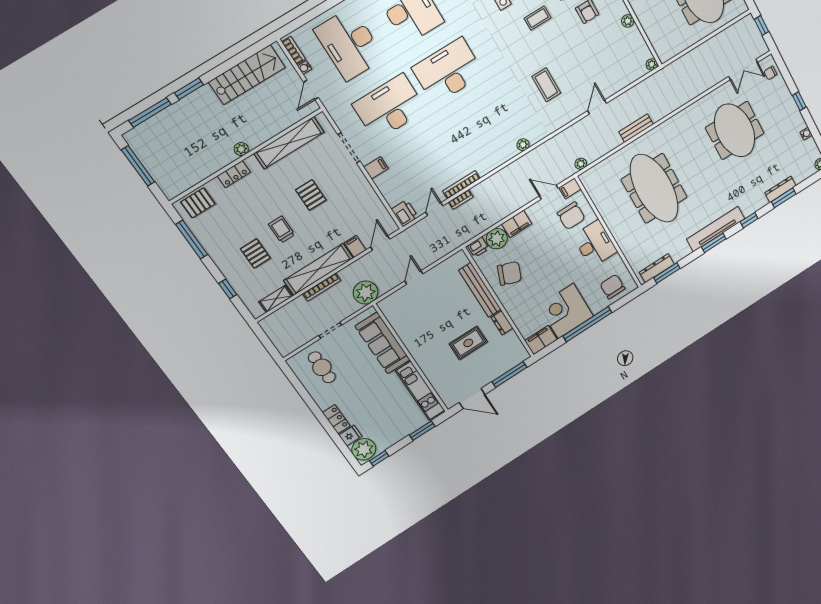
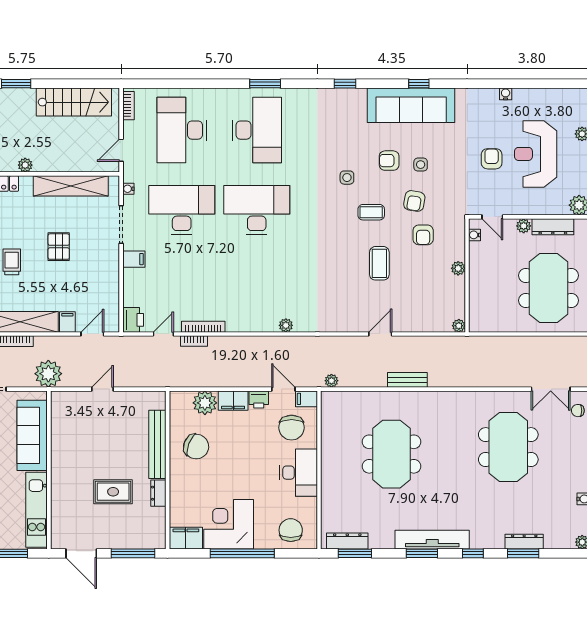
water cooler: (305, 68) -> (128, 189), moved
coffee table: (546, 85) -> (379, 263), moved
meeting table: (654, 188) -> (391, 454), width x0.73
printer: (478, 247) -> (259, 399), moved

